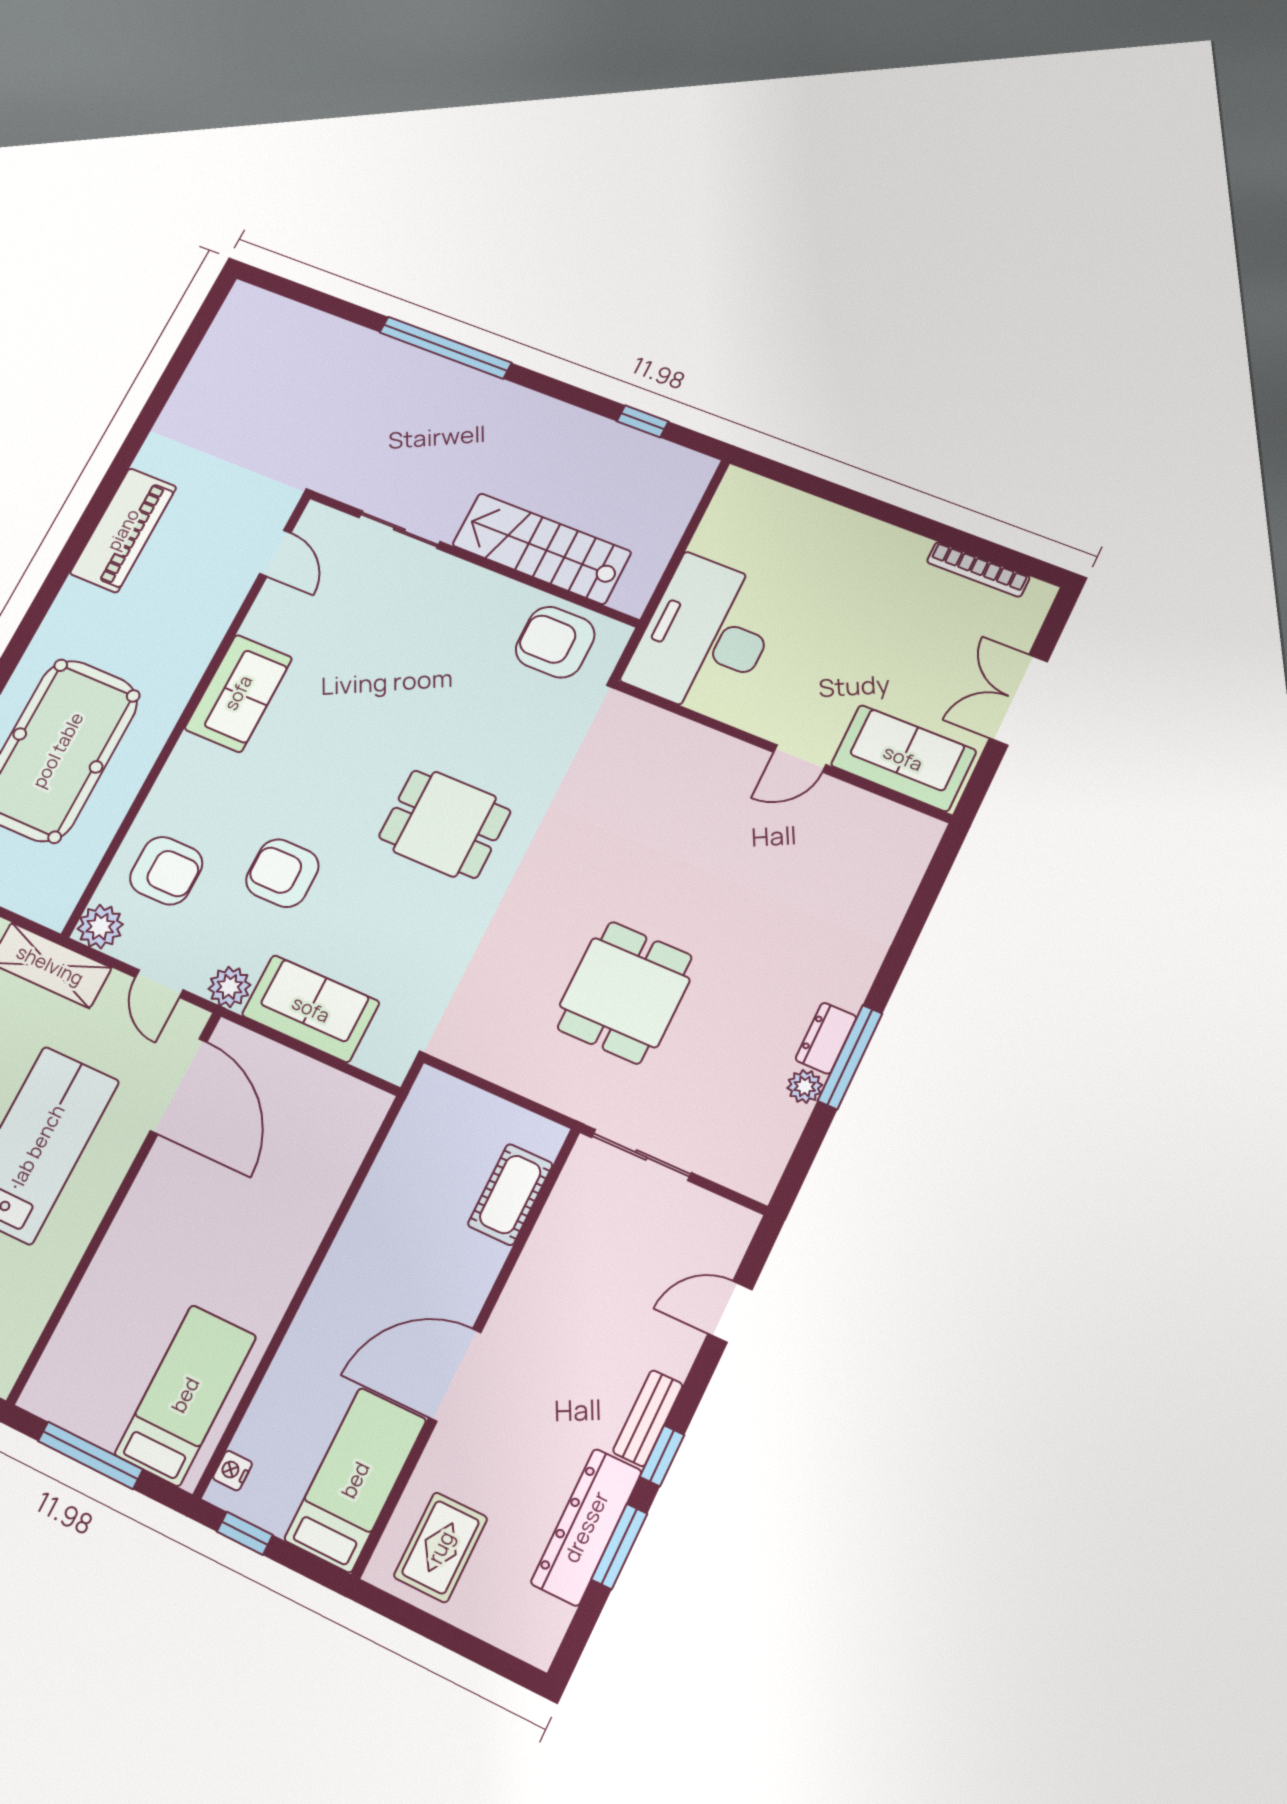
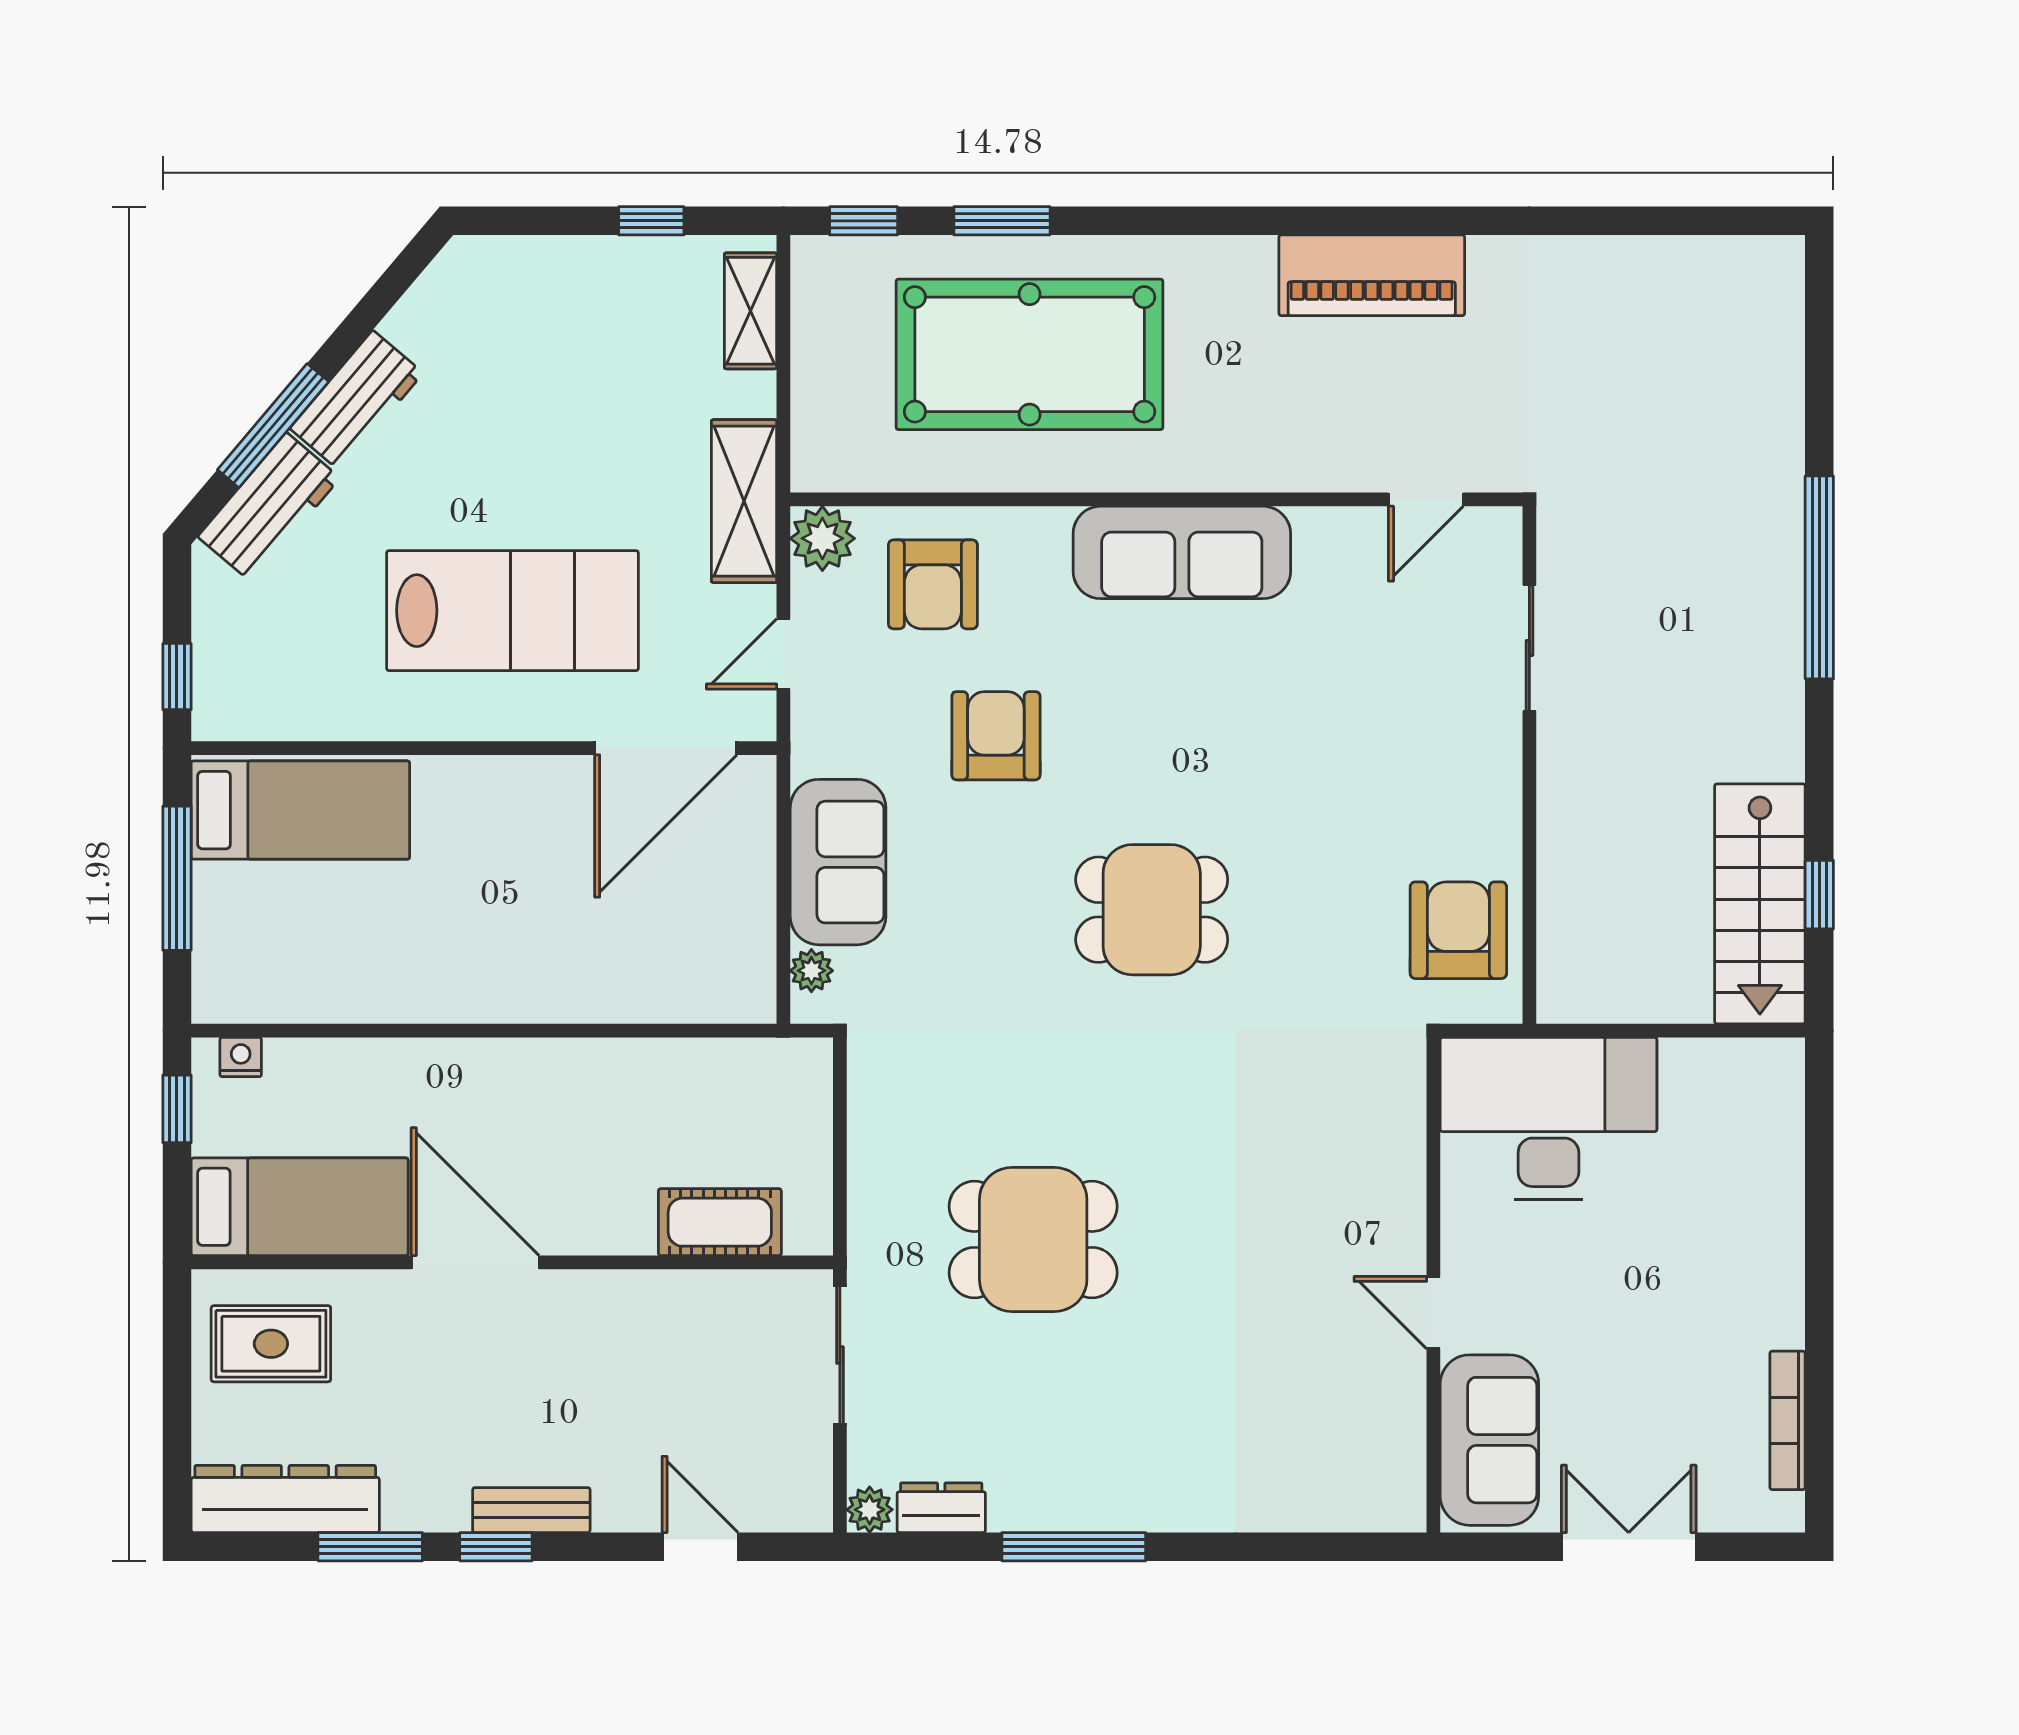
stairs: (541, 549) -> (1760, 904), moved, turned 180
sofa: (238, 693) -> (1182, 552), width x1.36
dining table: (445, 824) -> (1152, 910), turned 90
plant: (229, 987) -> (811, 971), moved, width x0.73, depth x0.73
dresser: (826, 1038) -> (941, 1508), moved
plant: (805, 1086) -> (870, 1510), moved
bed: (185, 1395) -> (300, 810), moved
dresser: (586, 1527) -> (285, 1499), moved

